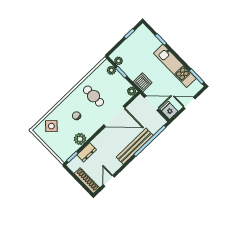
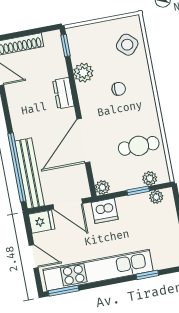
kitchen unit: (175, 66) -> (98, 270), width x1.36
cafe table: (94, 96) -> (139, 146), moved
door: (152, 103) -> (68, 204), hinge flipped
door: (189, 103) -> (34, 256), hinge flipped
bench: (135, 146) -> (29, 173), moved
dresser: (87, 152) -> (63, 93), moved

